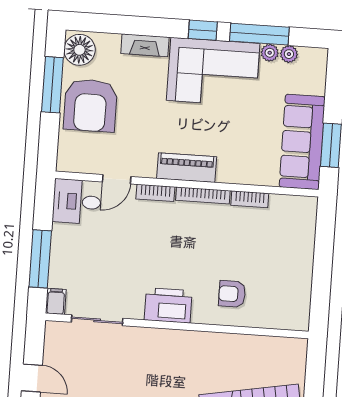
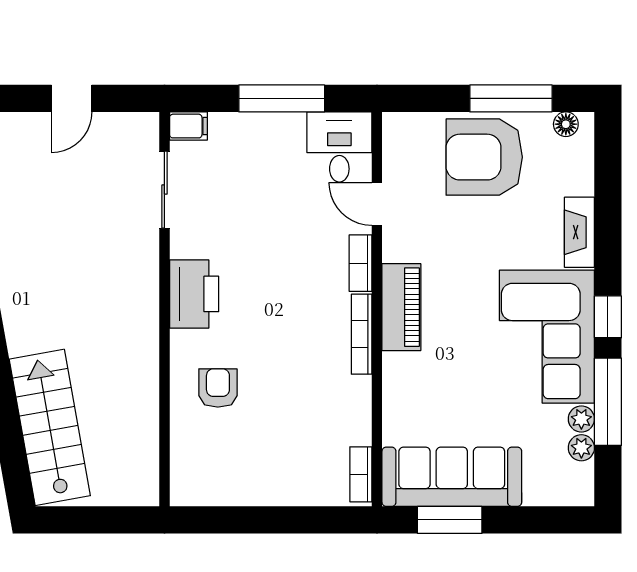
floor lamp: (80, 50) -> (566, 124), width x0.53, depth x0.53
bookcase: (250, 199) -> (361, 474), moved
window: (40, 259) -> (282, 98), moved

